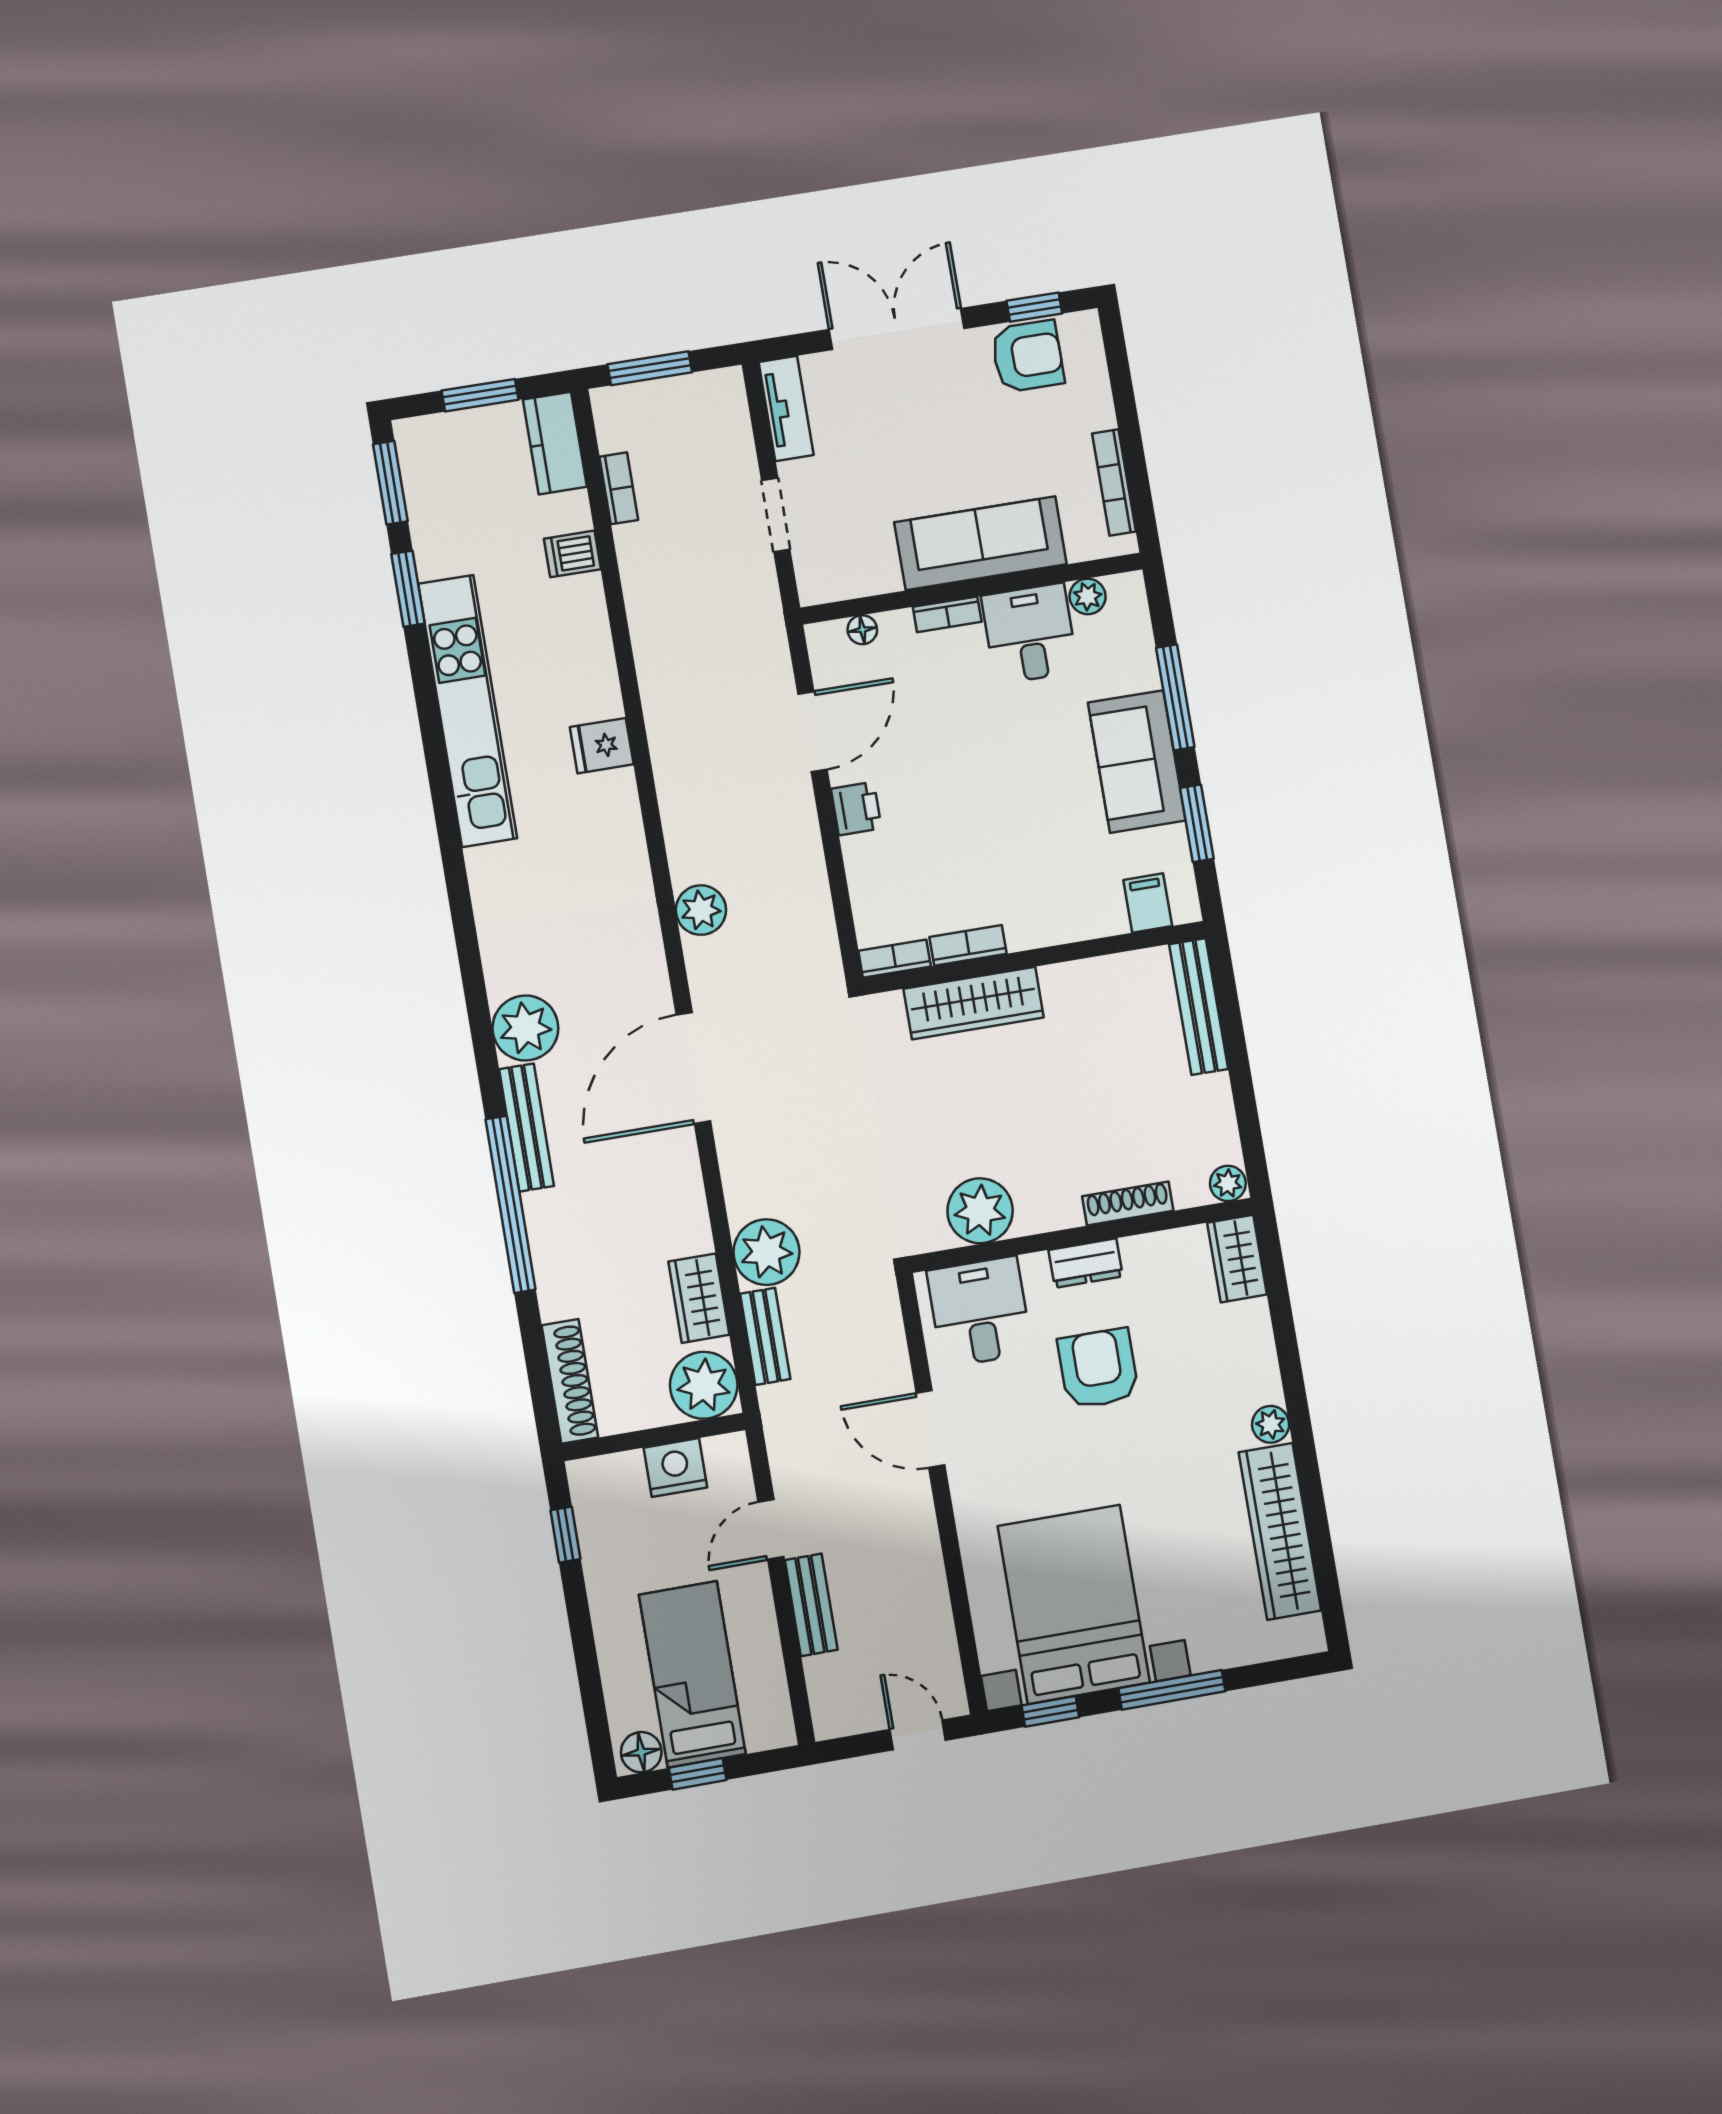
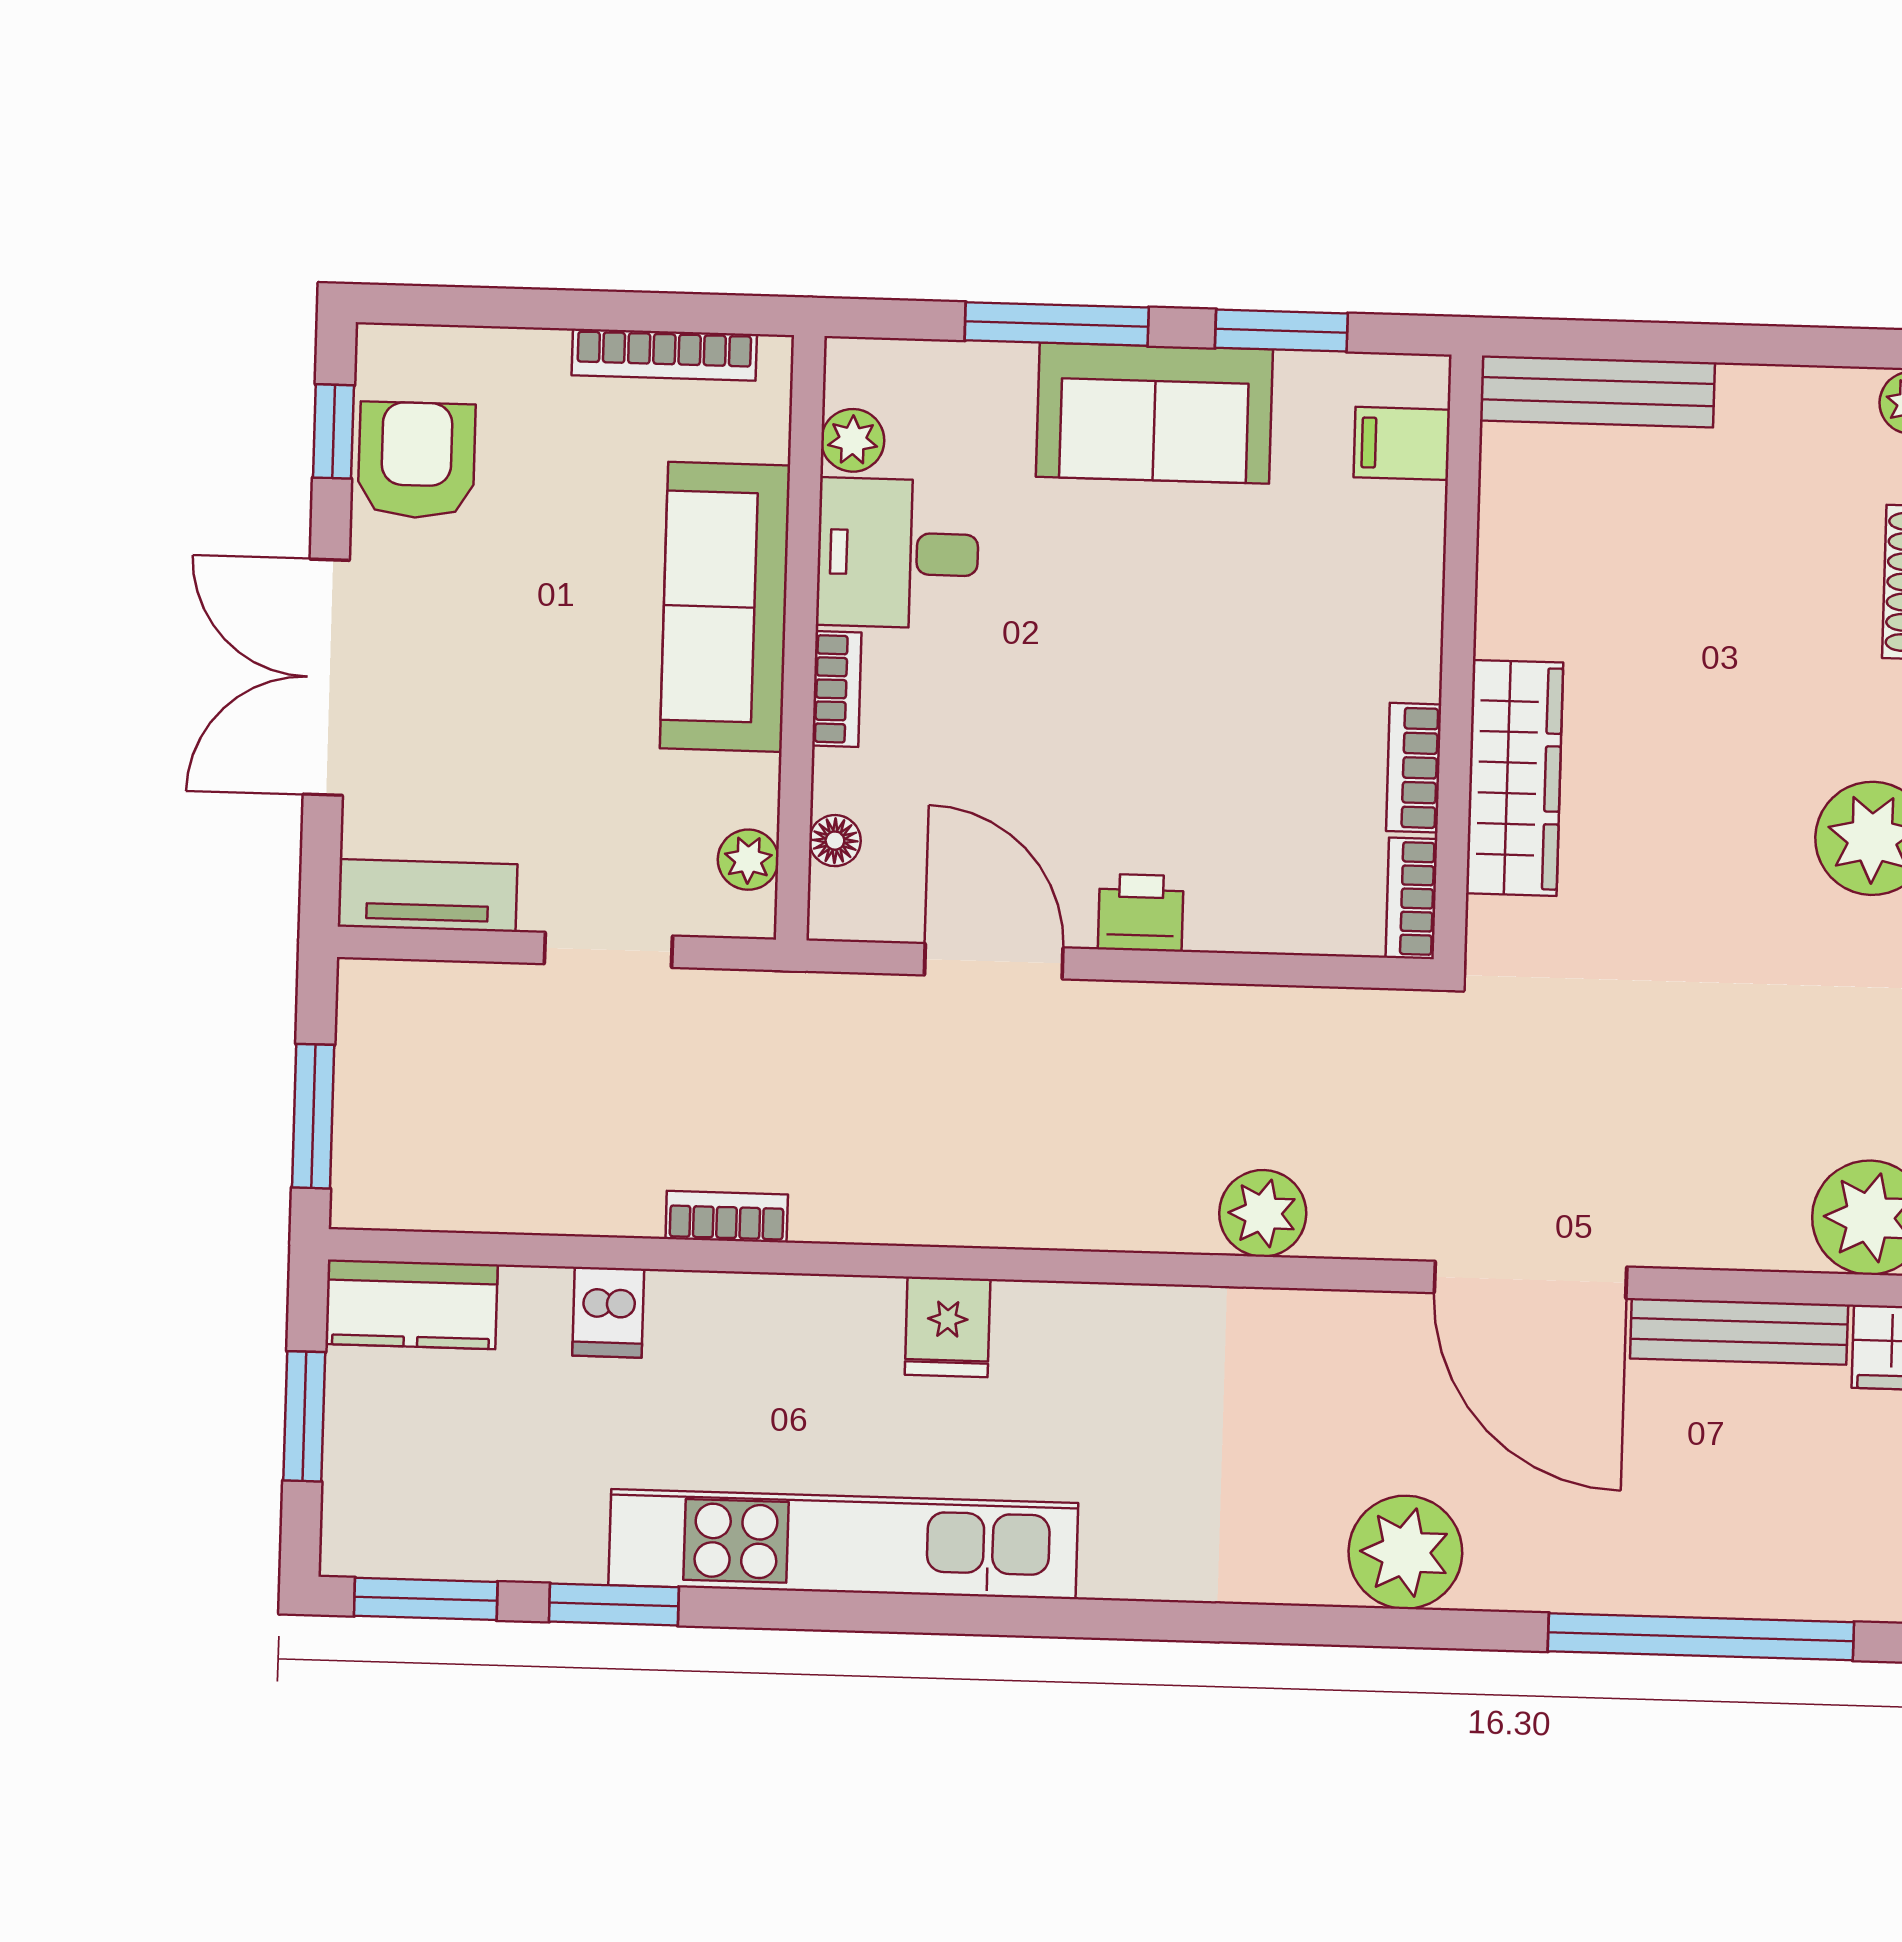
bookcase: (619, 488) -> (727, 1217), moved
plant: (842, 583) -> (748, 860), added
bench: (527, 1128) -> (1739, 1331), moved

